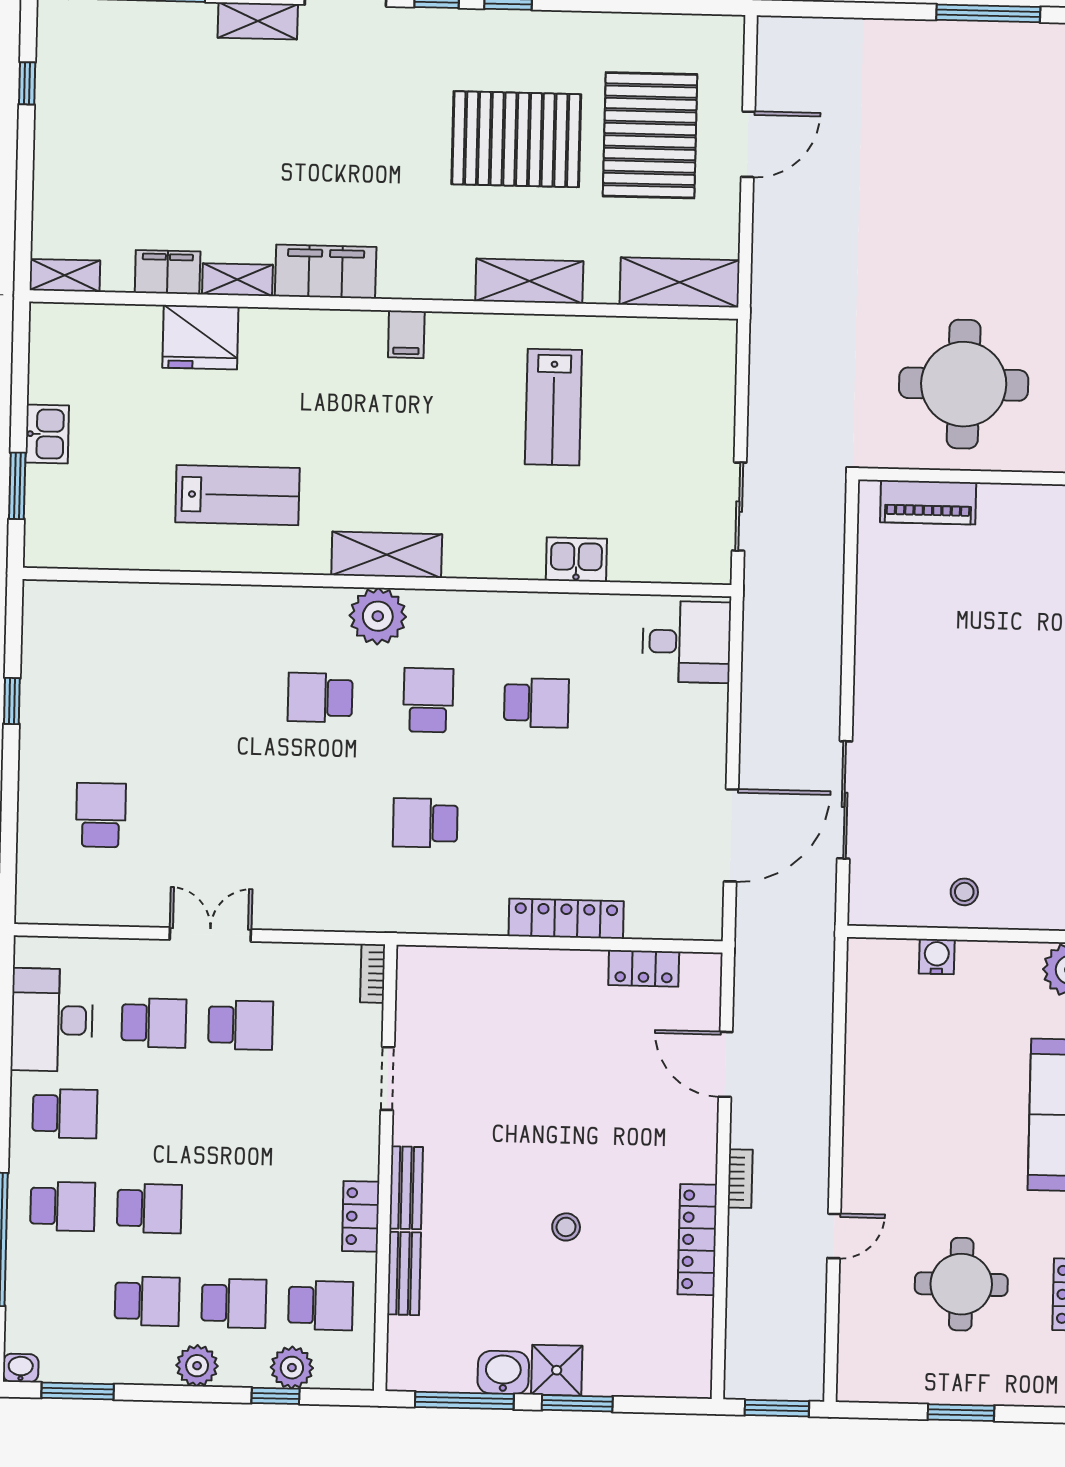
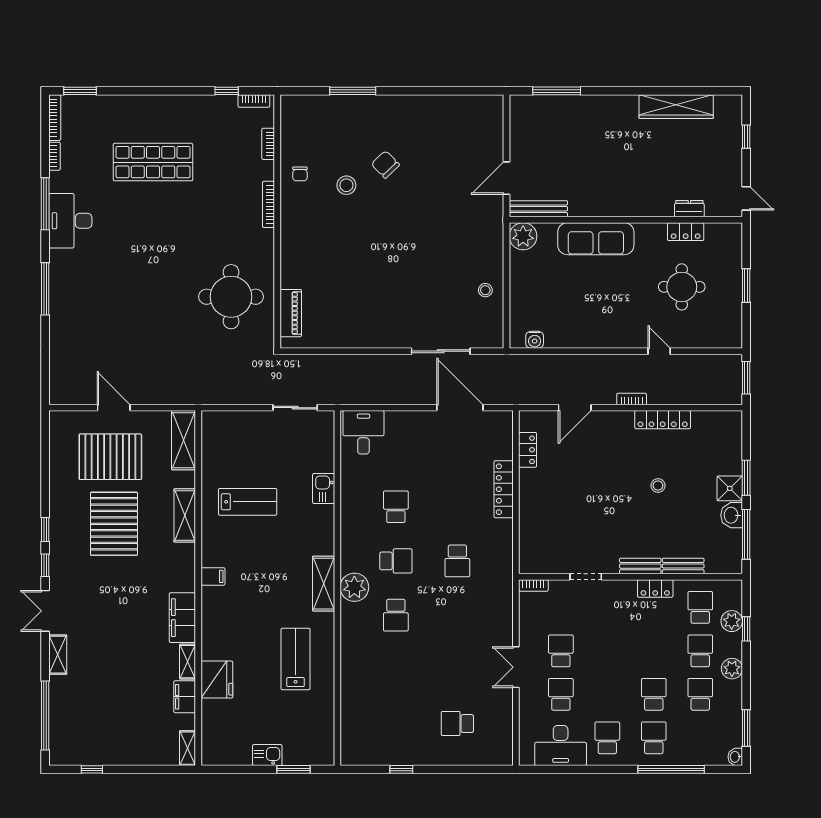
school desk: (428, 700) -> (396, 561), turned 180
water cooler: (937, 957) -> (535, 340), moved, turned -90

